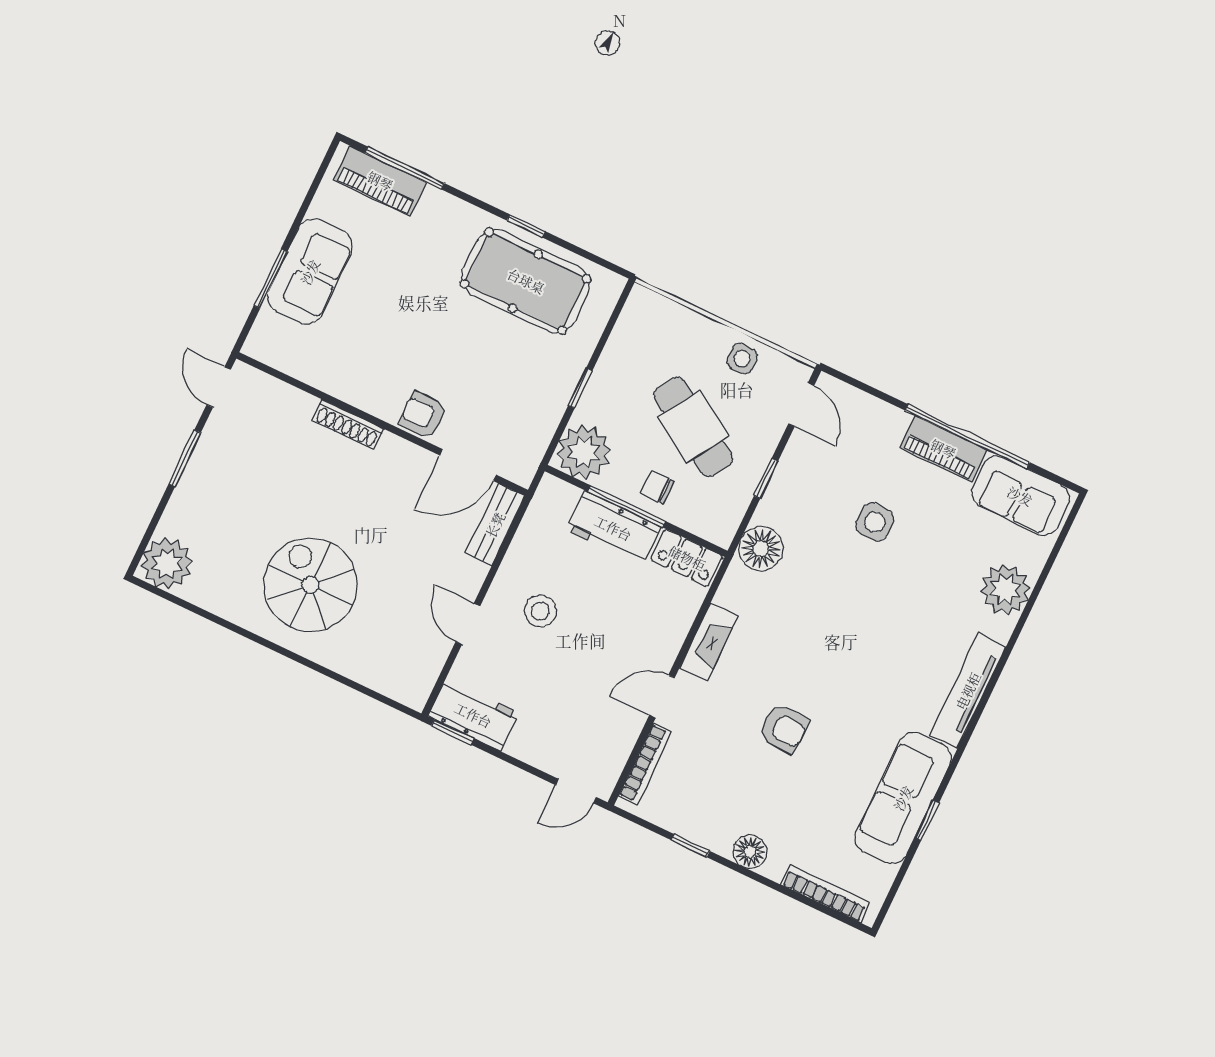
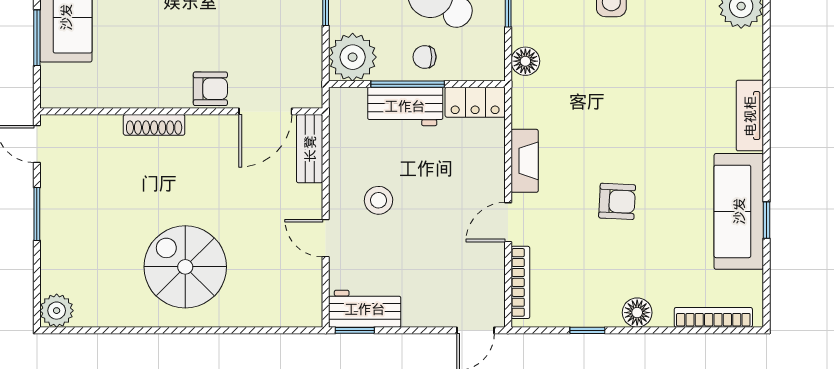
armchair: (423, 415) -> (210, 89), turned 180
floor lamp: (761, 549) -> (525, 61), width x0.73, depth x0.73
plant: (167, 564) -> (57, 311), width x0.73, depth x0.73
tv unit: (968, 691) -> (750, 116), width x0.71

